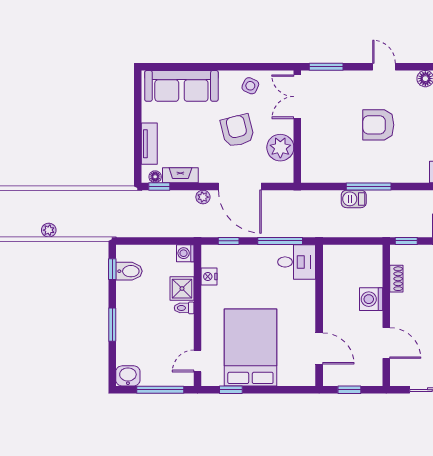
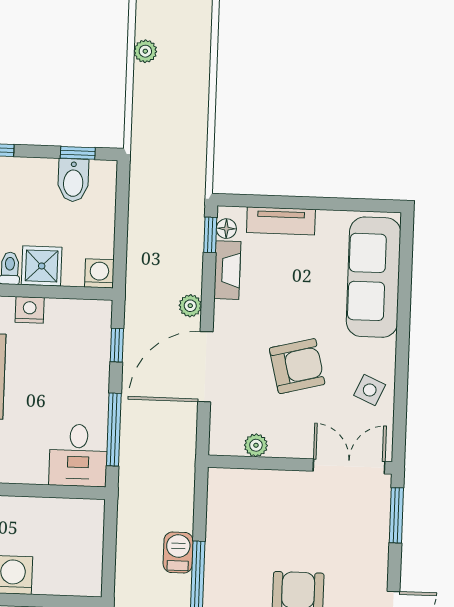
plant: (280, 148) -> (256, 445), width x0.53, depth x0.53
nightstand: (209, 277) -> (30, 310), moved

